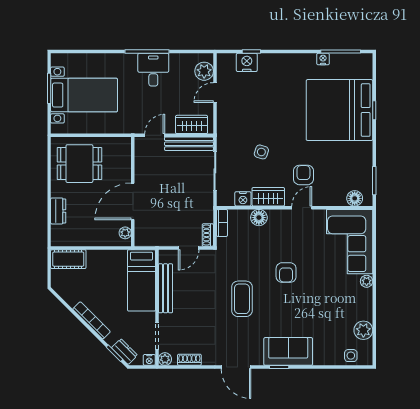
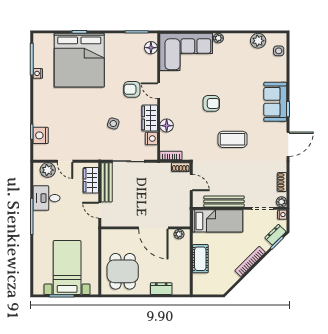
desk: (153, 70) -> (46, 198), moved
cot: (68, 259) -> (200, 259), moved

